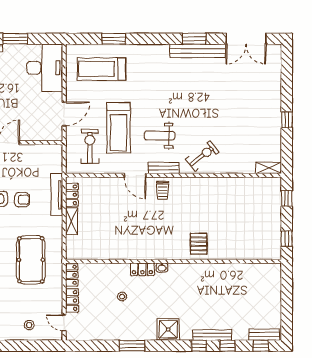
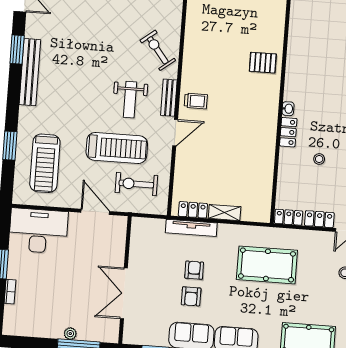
bench: (198, 51) -> (30, 72), moved

